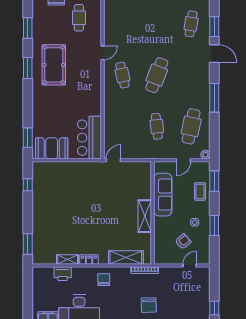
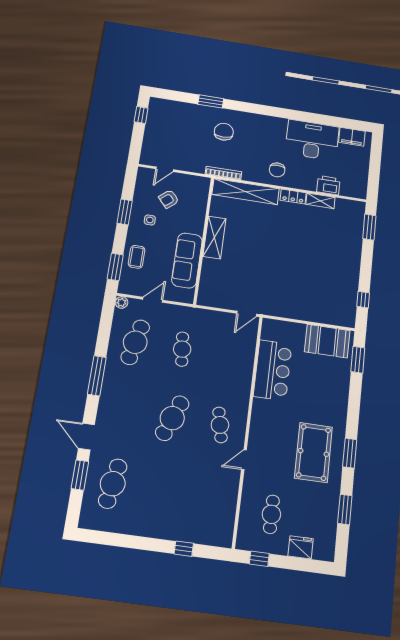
cafe table: (191, 24) -> (113, 484), width x1.37, depth x1.35
bar counter: (90, 138) -> (273, 370), moved
shelving: (126, 257) -> (246, 192), width x1.47

